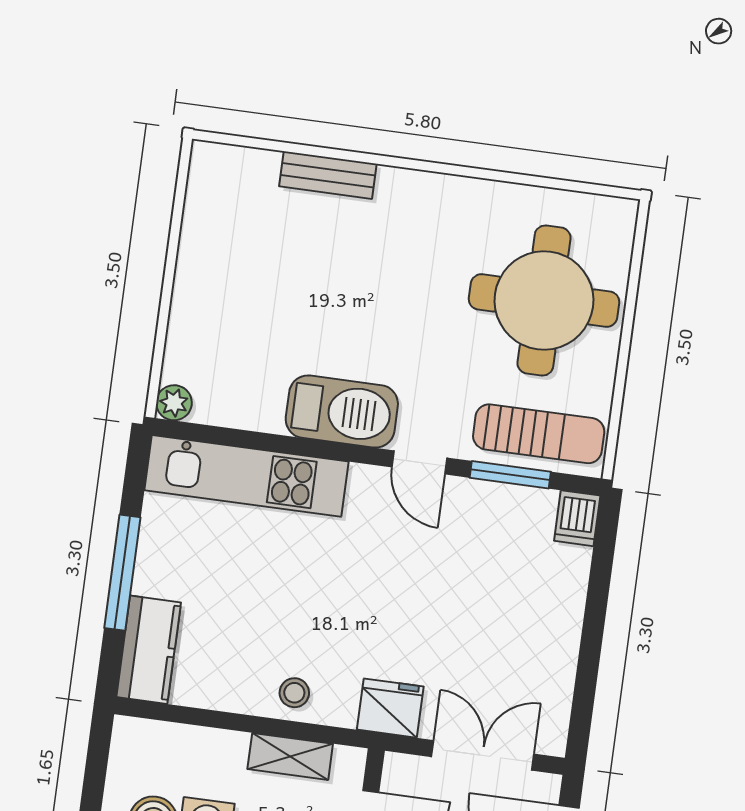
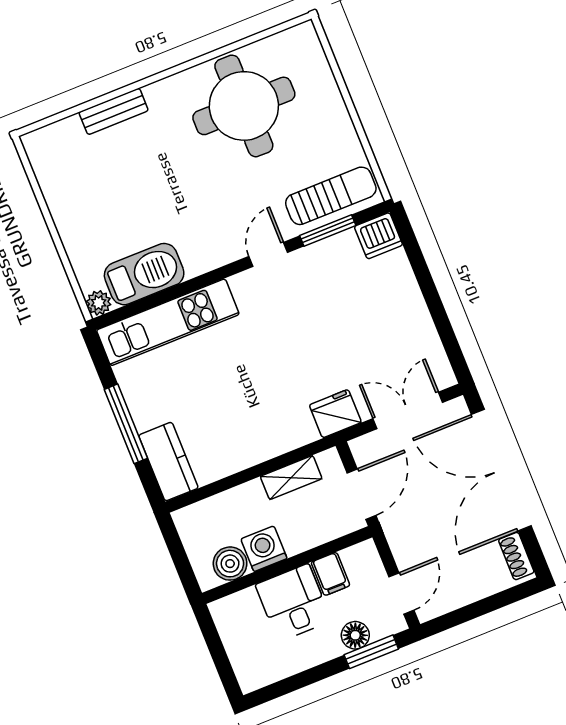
round table: (544, 301) -> (244, 106), moved
barbecue: (342, 411) -> (144, 274), moved
door: (419, 462) -> (268, 254), swing flipped
dishwasher: (577, 518) -> (378, 236), width x1.38
stool: (294, 693) -> (272, 437), removed

